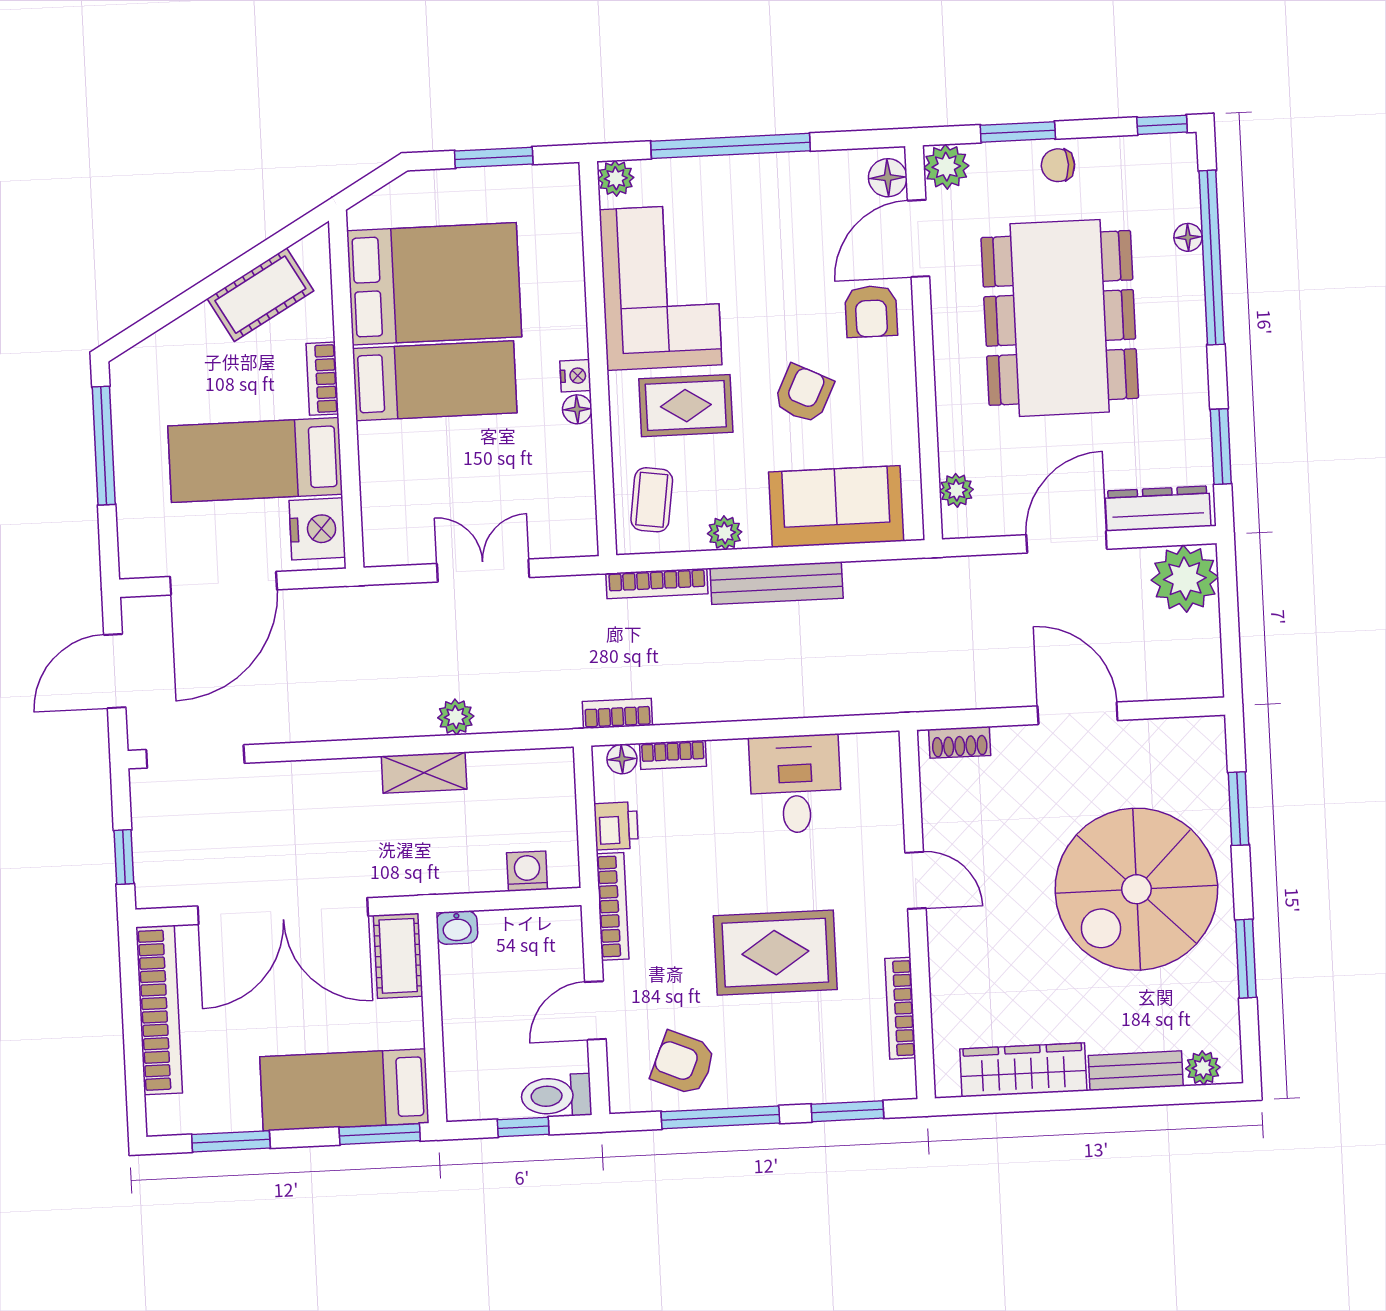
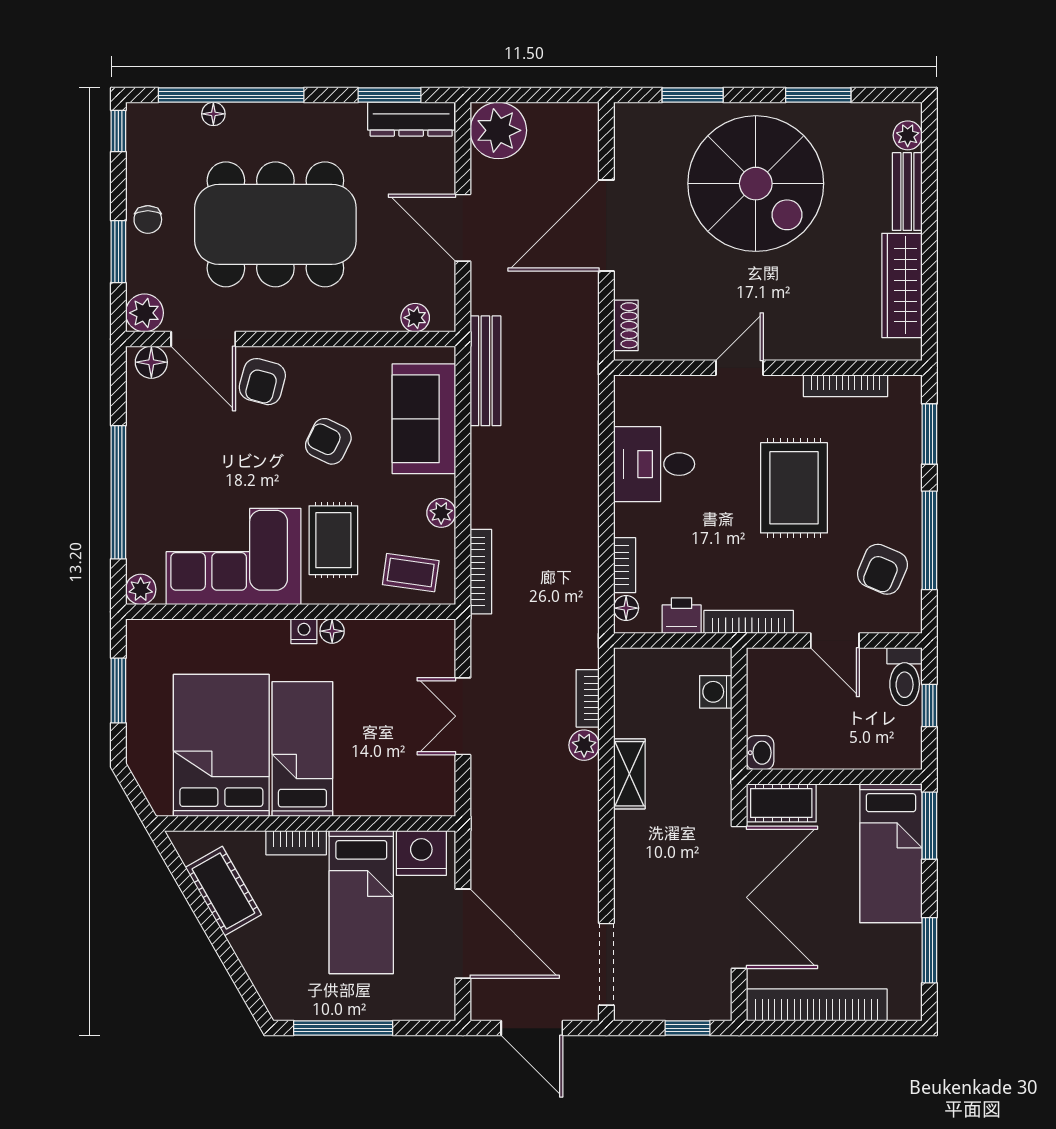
armchair: (871, 311) -> (262, 382), turned 105
dresser: (1158, 509) -> (411, 119), moved, turned -90
bench: (777, 583) -> (485, 371), moved
bookcase: (617, 713) -> (588, 698), moved
door: (1078, 713) -> (606, 226), width x1.36

